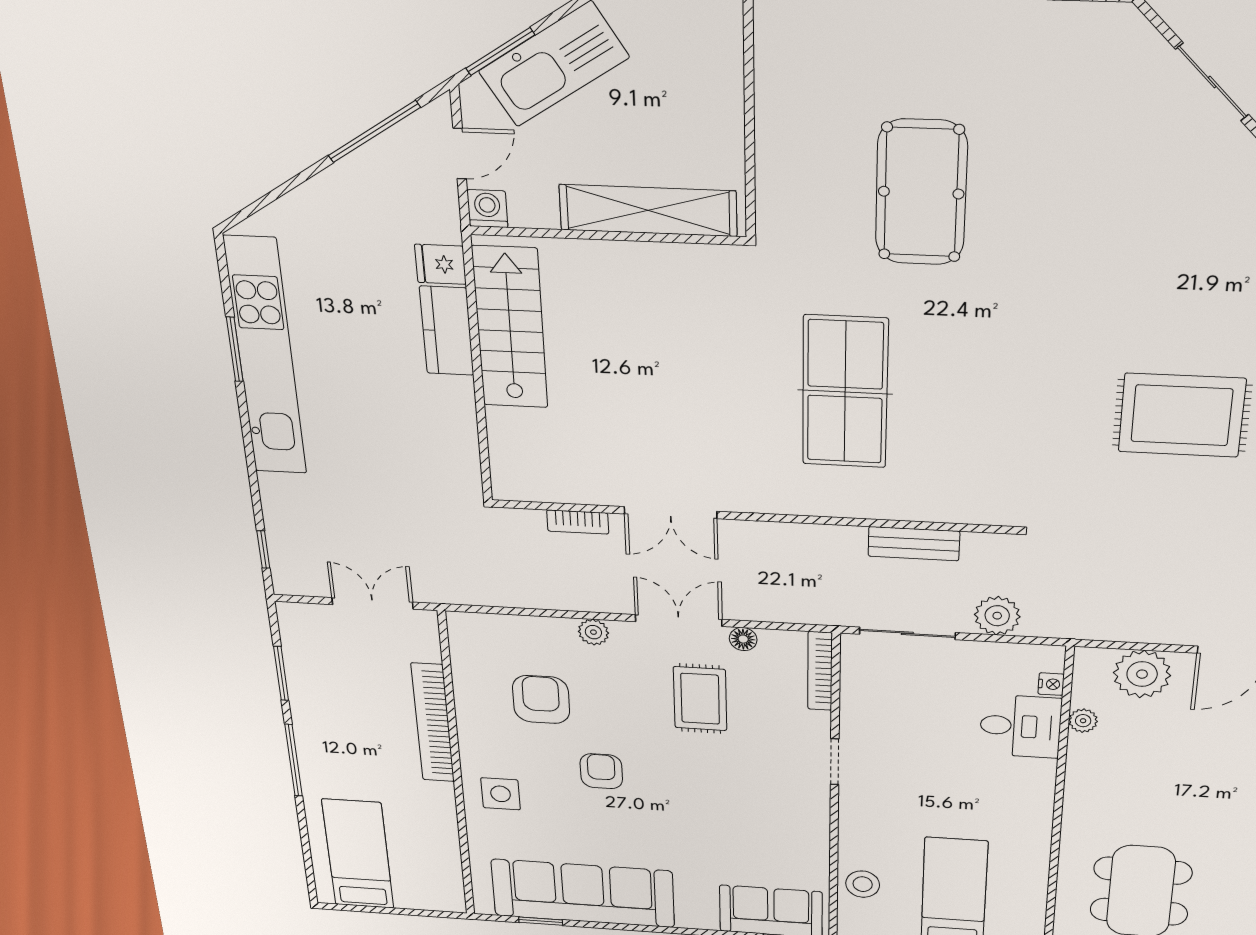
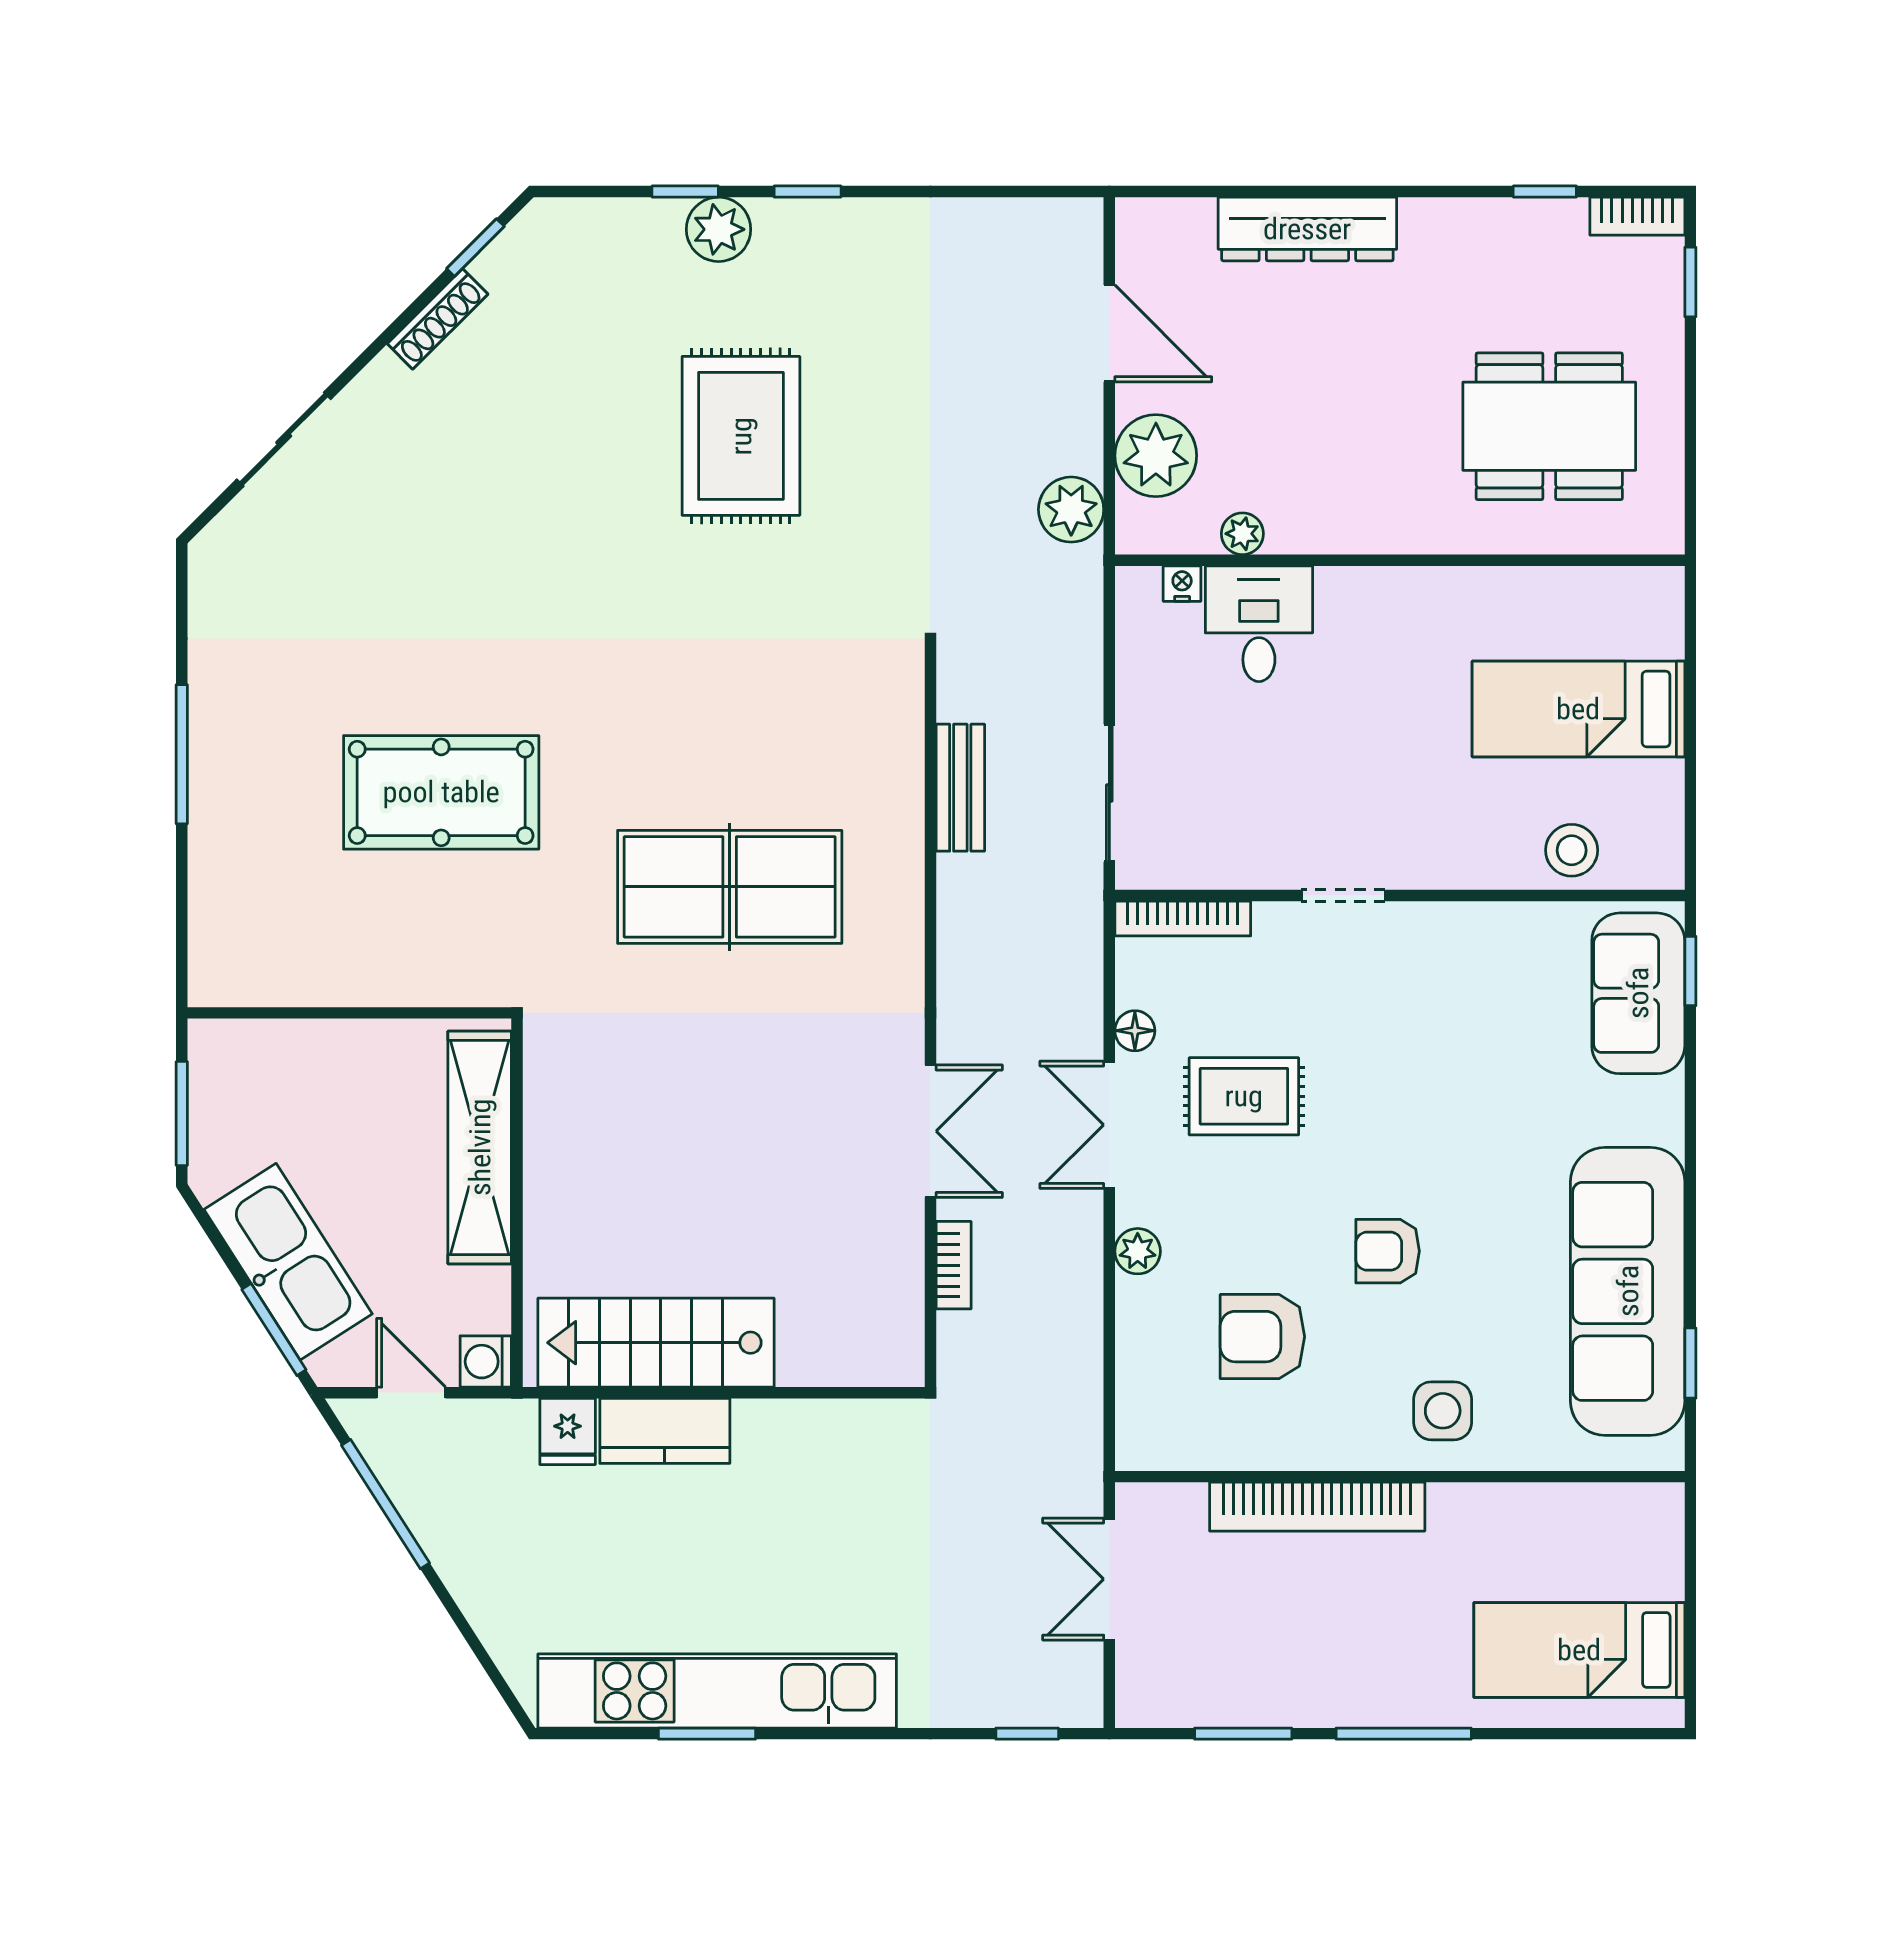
plant: (997, 616) -> (1071, 510), moved

